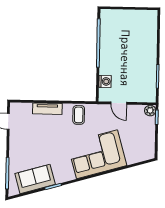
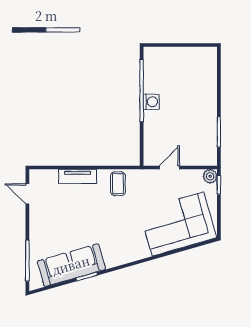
washing machine: (105, 81) -> (151, 102), moved
door: (119, 103) -> (169, 168), swing flipped
corner sofa: (97, 154) -> (178, 224), moved
sofa: (35, 179) -> (71, 265), width x1.36

